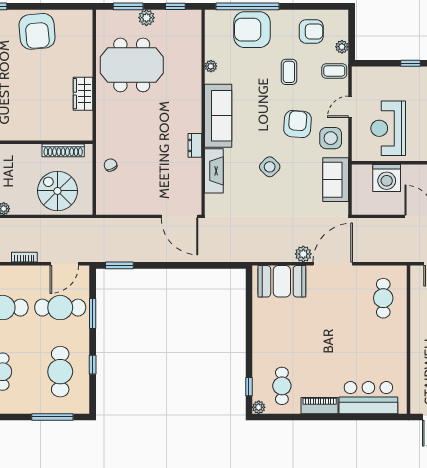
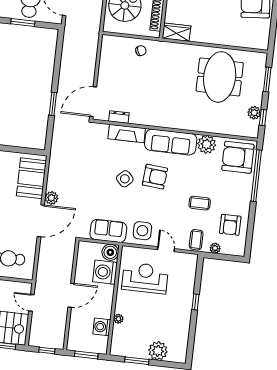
plant: (146, 18) -> (254, 113), moved
armchair: (252, 30) -> (238, 157), moved, turned -90
plant: (211, 66) -> (207, 144), width x1.87, depth x1.87
wardrobe: (83, 94) -> (176, 32), moved
armchair: (298, 124) -> (155, 177), moved
dresser: (195, 145) -> (119, 117), moved
boiler: (362, 174) -> (110, 252), added
door: (333, 264) -> (41, 221), hinge flipped
window: (119, 265) -> (53, 104), moved

